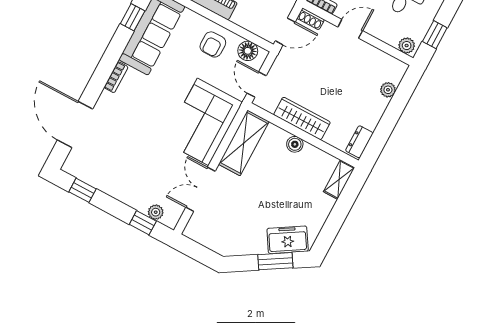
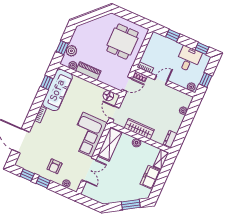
armchair: (213, 44) -> (55, 166), moved
double door: (201, 189) -> (89, 170), swing flipped
window: (143, 223) -> (43, 182), moved
freezer: (288, 240) -> (150, 177), moved, turned -58

